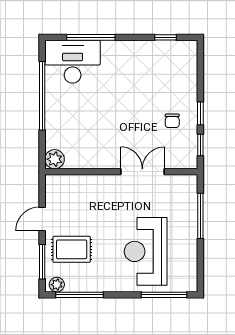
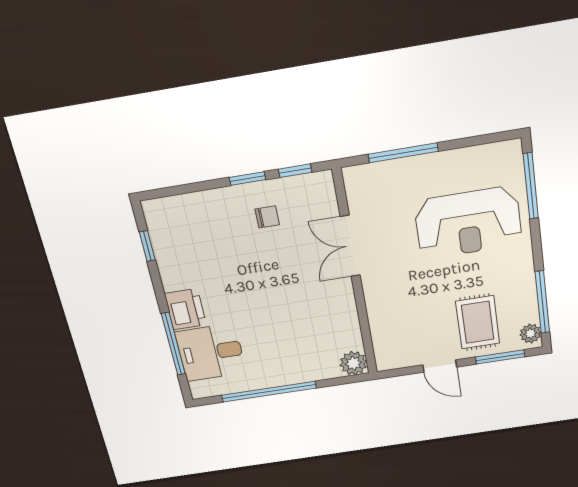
printer: (116, 52) -> (185, 309), added
desk: (73, 62) -> (211, 352), width x0.73

